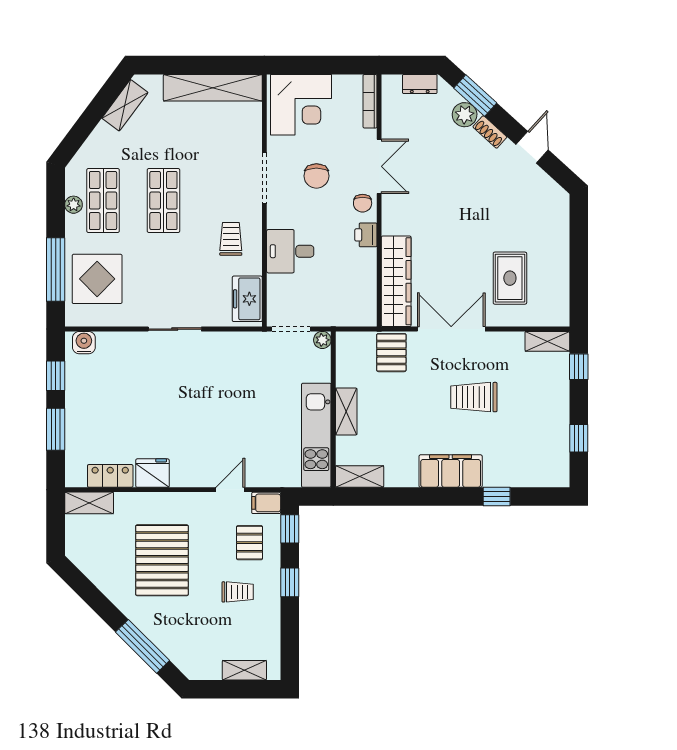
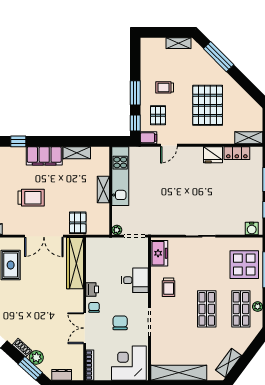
shelving: (360, 477) -> (77, 153), moved
window: (290, 582) -> (135, 93), width x1.50
shelving: (244, 670) -> (179, 43), moved

